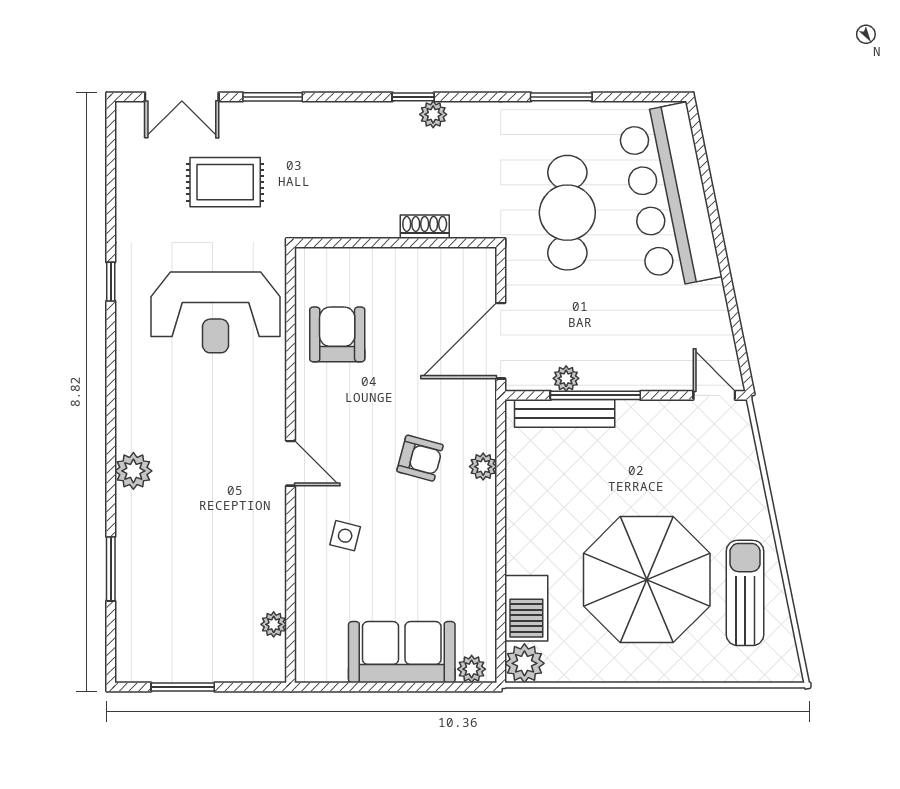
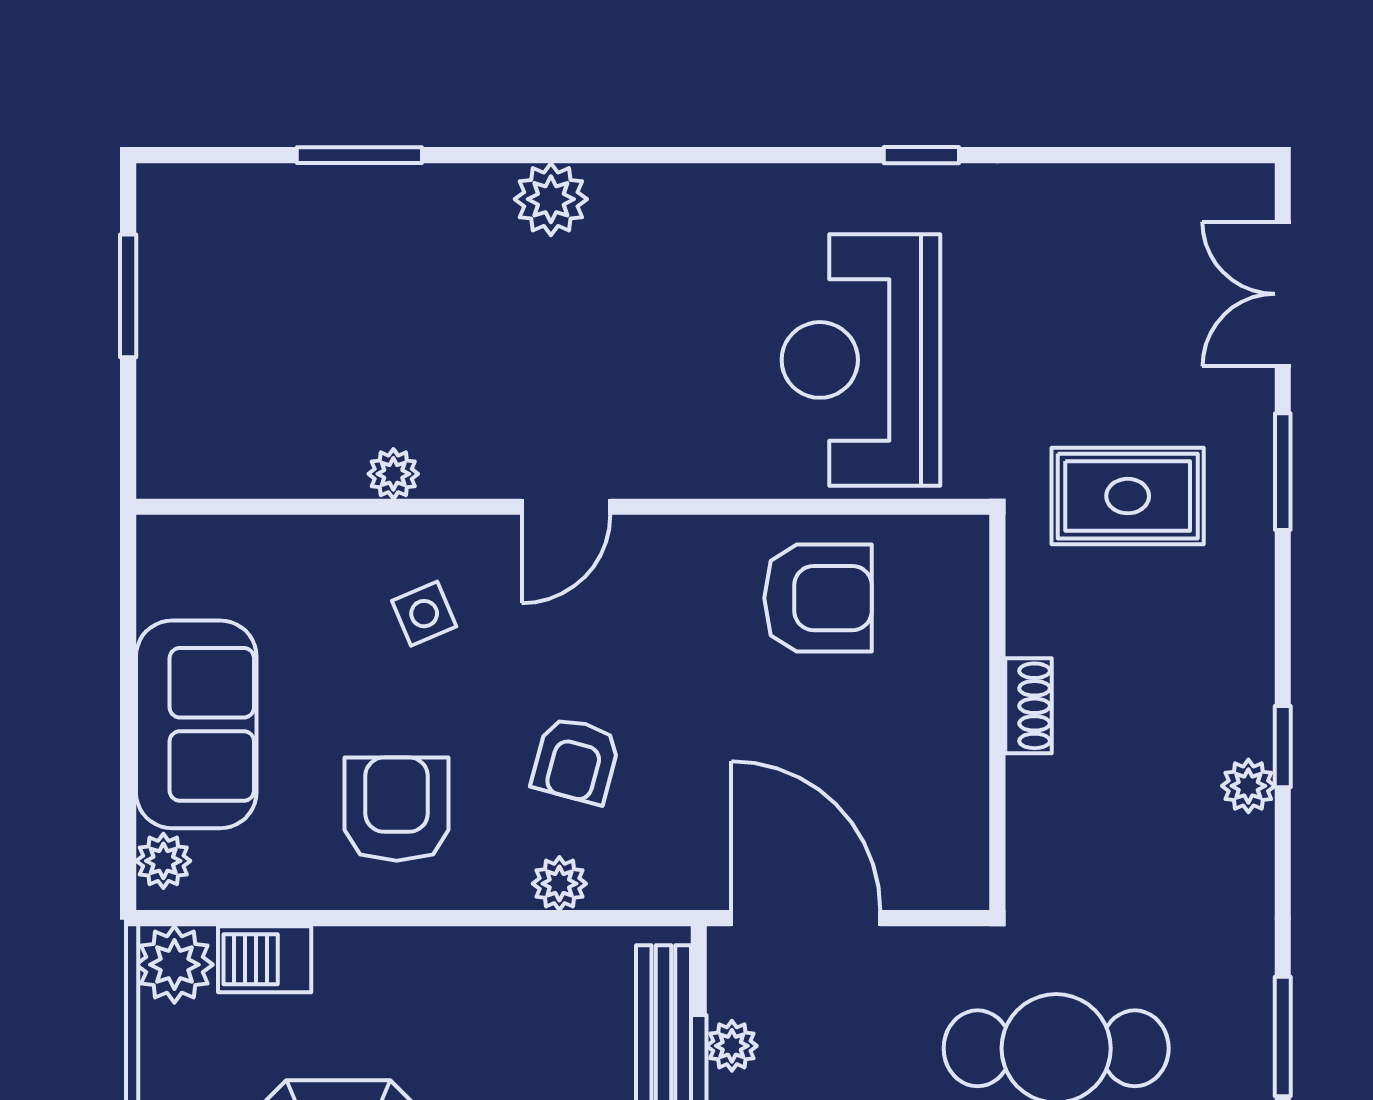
rug: (225, 182) -> (1128, 496), moved, turned 90
shoe rack: (425, 227) -> (1029, 706), moved
side table: (345, 536) -> (424, 614), turned -37
armchair: (445, 550) -> (397, 809), added
barbecue: (526, 608) -> (265, 959), width x0.73, depth x0.79
plant: (274, 624) -> (393, 474), moved

